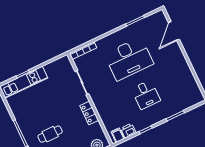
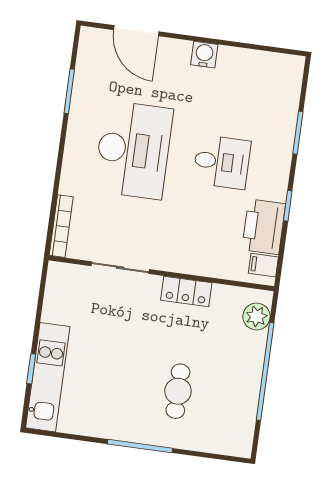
water cooler: (182, 62) -> (204, 55), added
printer: (128, 131) -> (264, 227), width x1.87, depth x1.48

